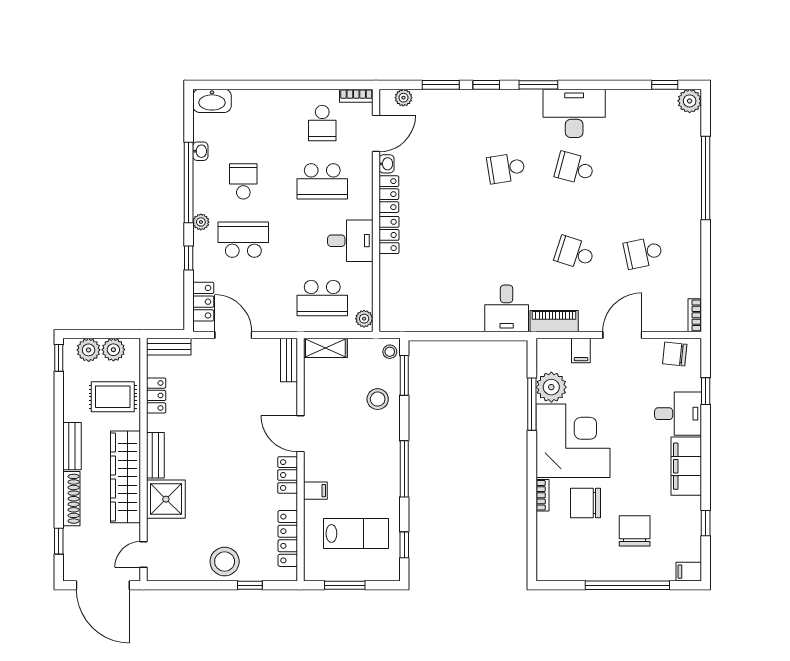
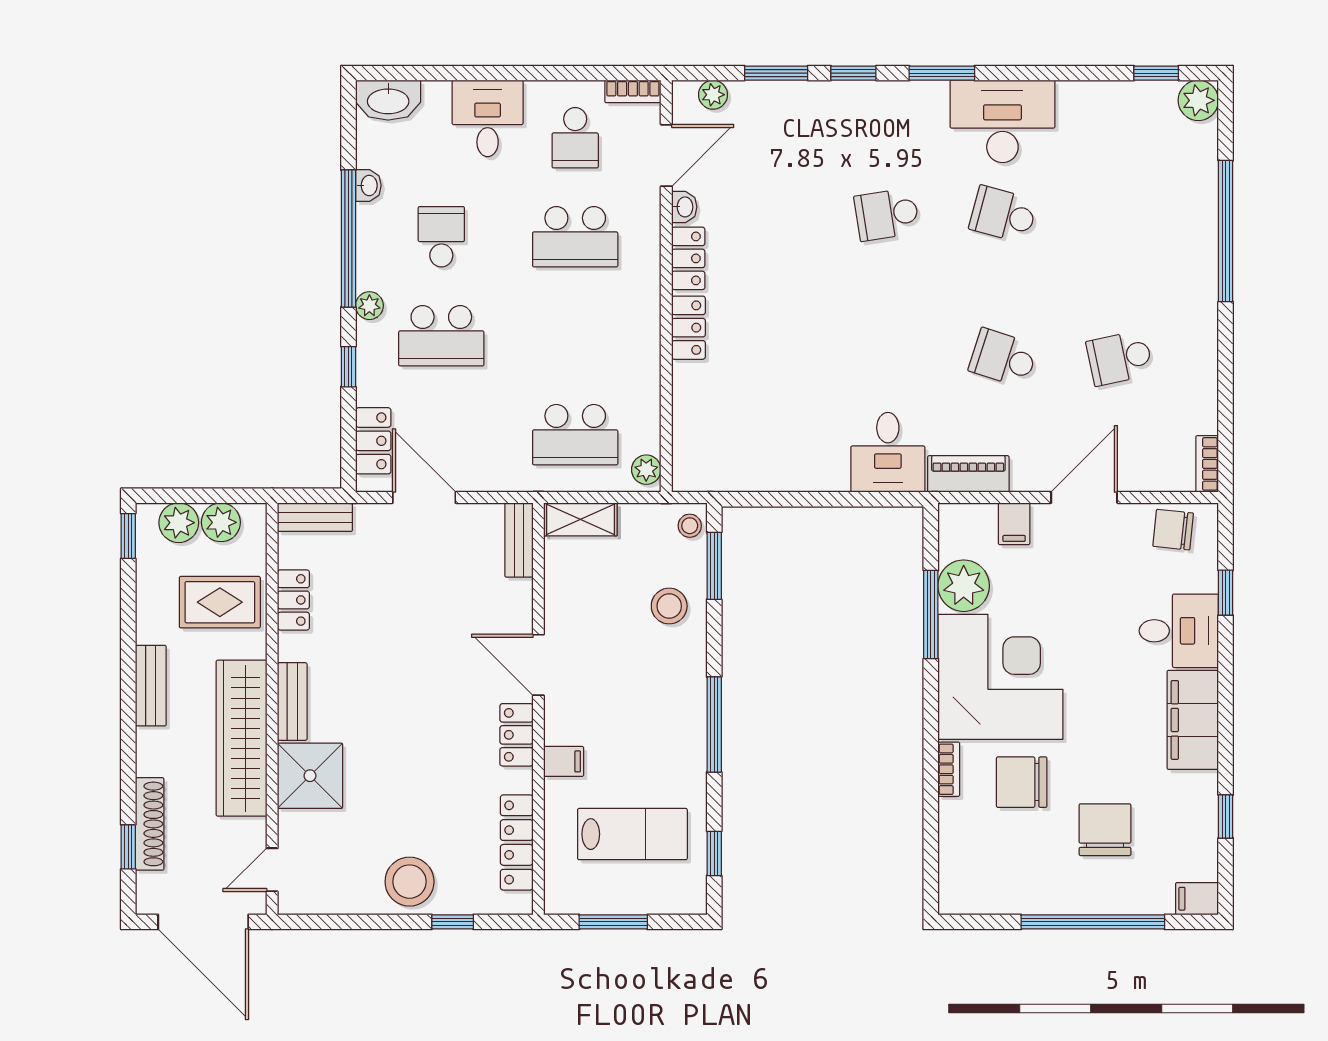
school desk: (243, 240) -> (441, 336), turned 180
desk: (350, 241) -> (488, 118), moved, turned -90
shoe rack: (71, 499) -> (150, 824), moved

